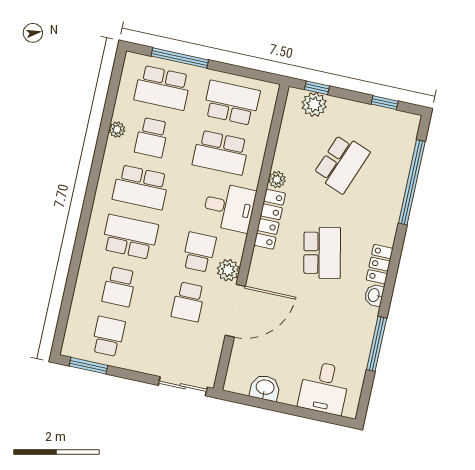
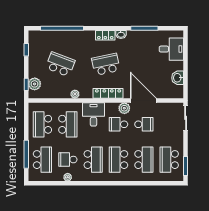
school desk: (152, 137) -> (68, 160), turned 180
locker: (270, 219) -> (108, 93), moved
school desk: (119, 287) -> (144, 160), width x1.85
school desk: (108, 336) -> (169, 160), width x1.85

